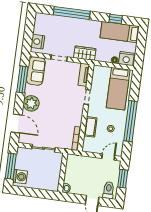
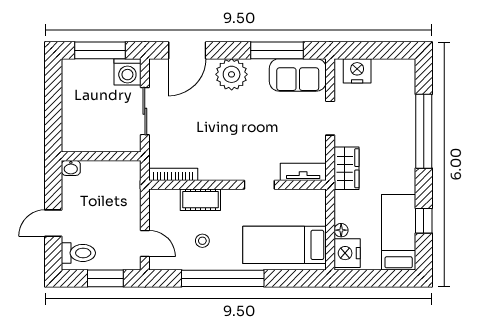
washing machine: (20, 177) -> (127, 72), moved

